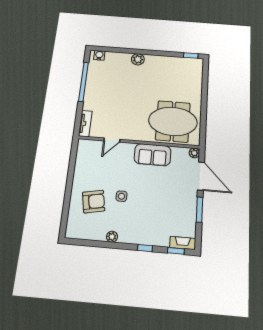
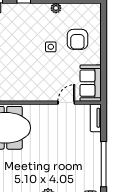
sofa: (153, 155) -> (91, 83), moved, turned -90
armchair: (94, 202) -> (77, 39), turned -79

